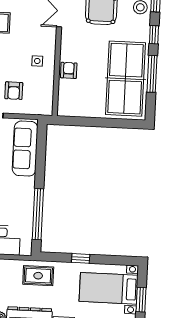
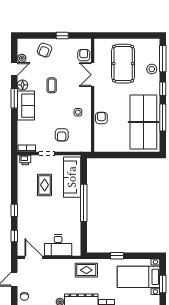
window: (38, 214) -> (84, 203), moved

